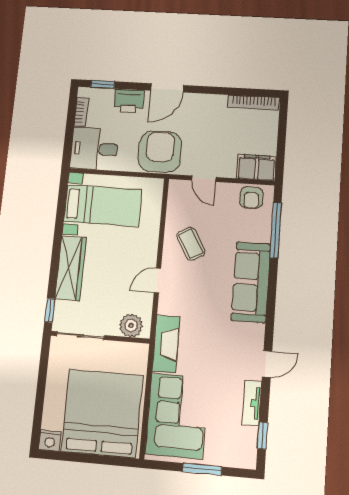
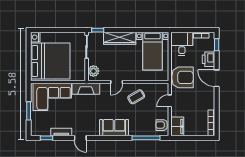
door: (158, 281) -> (117, 82), swing flipped
sofa: (251, 282) -> (114, 128), width x0.73

